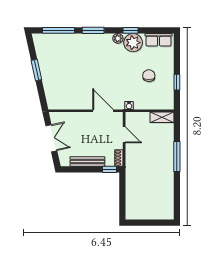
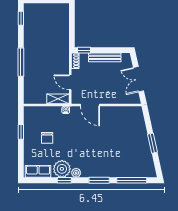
shelving: (162, 117) -> (58, 99), moved
window: (177, 203) -> (21, 18), added

